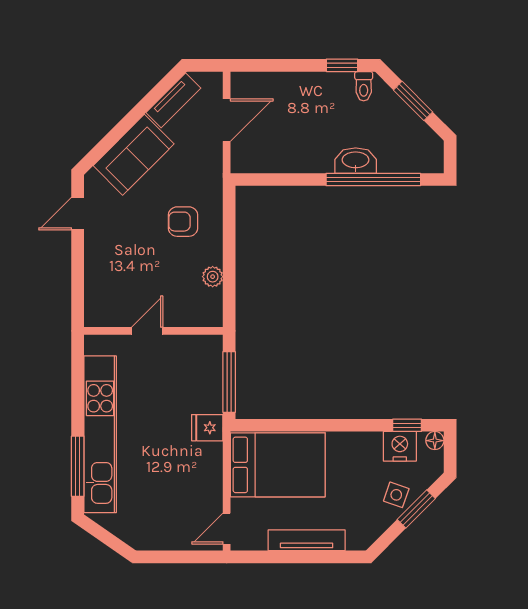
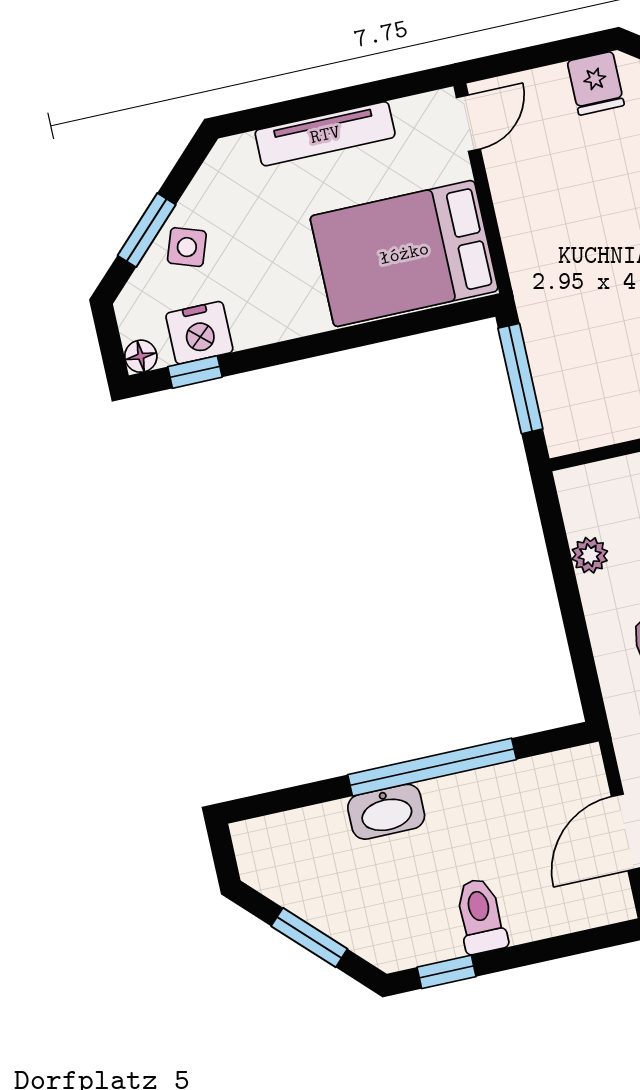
toilet: (364, 86) -> (481, 916), moved, width x1.37, depth x1.39
window: (373, 179) -> (432, 767), moved
fridge: (207, 428) -> (596, 83), moved, turned 90

